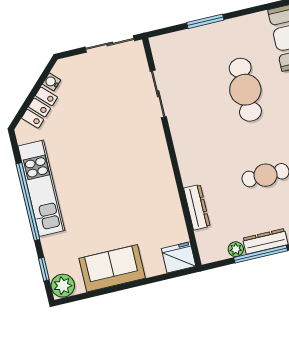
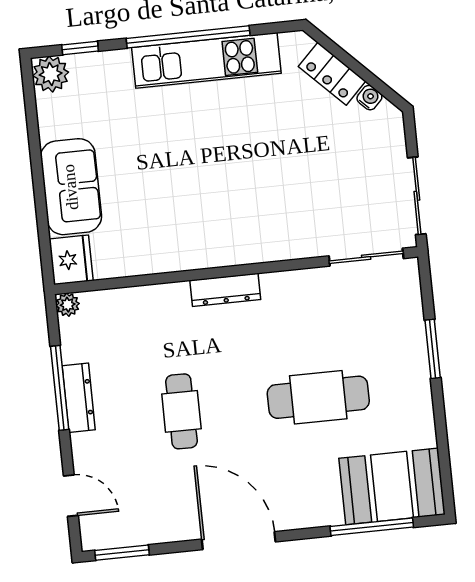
sliding door: (158, 94) -> (366, 257), moved
dresser: (197, 207) -> (225, 290), moved
plant: (236, 249) -> (68, 305), moved
sofa: (112, 268) -> (71, 187), moved

